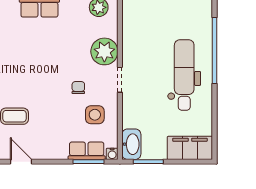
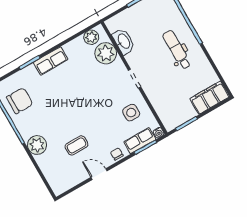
plant: (104, 51) -> (106, 53), moved
dental chair: (184, 75) -> (177, 50), width x0.73, depth x0.72
chair: (78, 88) -> (117, 154), moved
washbasin: (131, 144) -> (124, 41), moved

